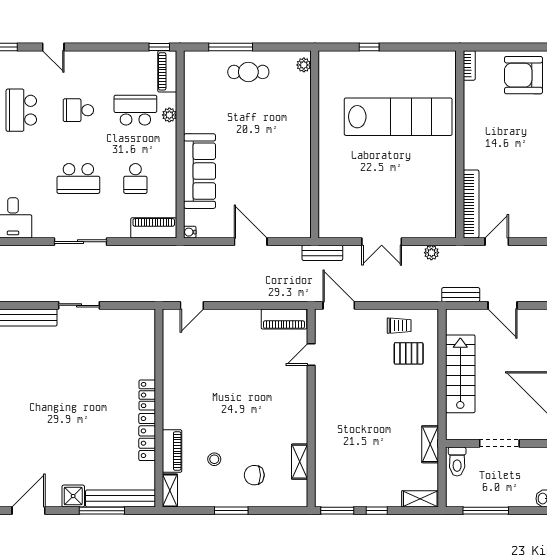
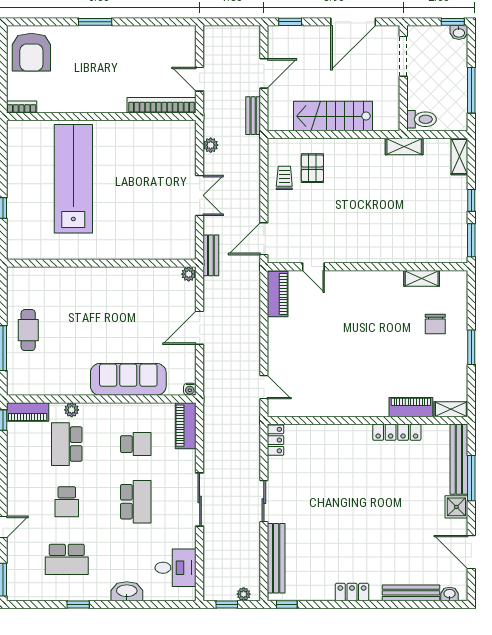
plant: (304, 65) -> (189, 274), moved
locker: (147, 395) -> (276, 440), moved, turned -90
doorway: (499, 443) -> (403, 56), moved
stool: (214, 459) -> (419, 364), removed

